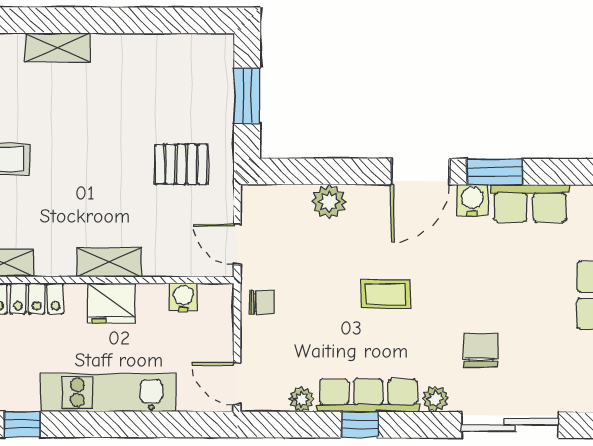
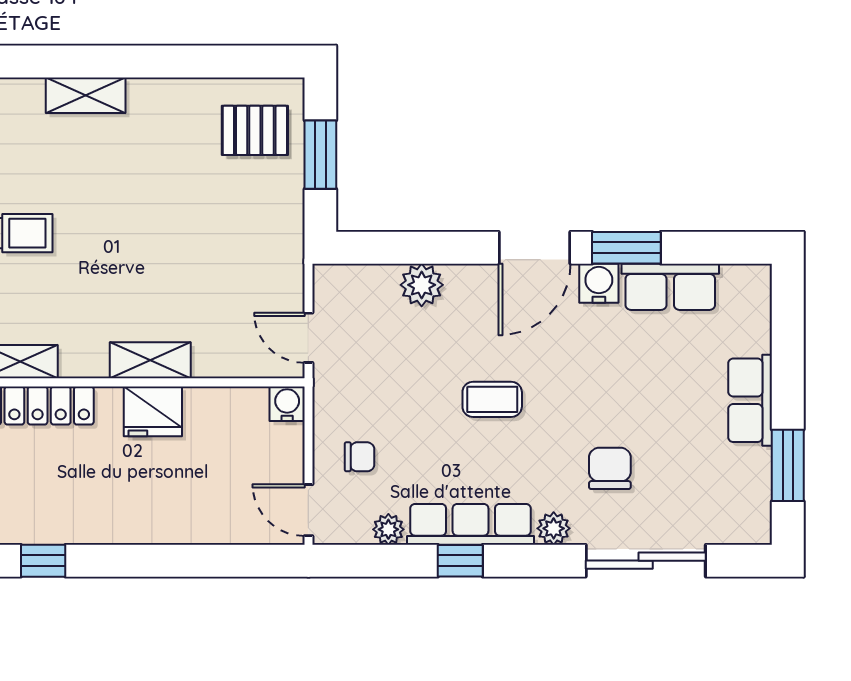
pallet: (181, 164) -> (255, 130), moved
water cooler: (183, 297) -> (287, 404), moved
chair: (262, 302) -> (359, 457), moved
kitchen unit: (108, 392) -> (149, 521), removed

